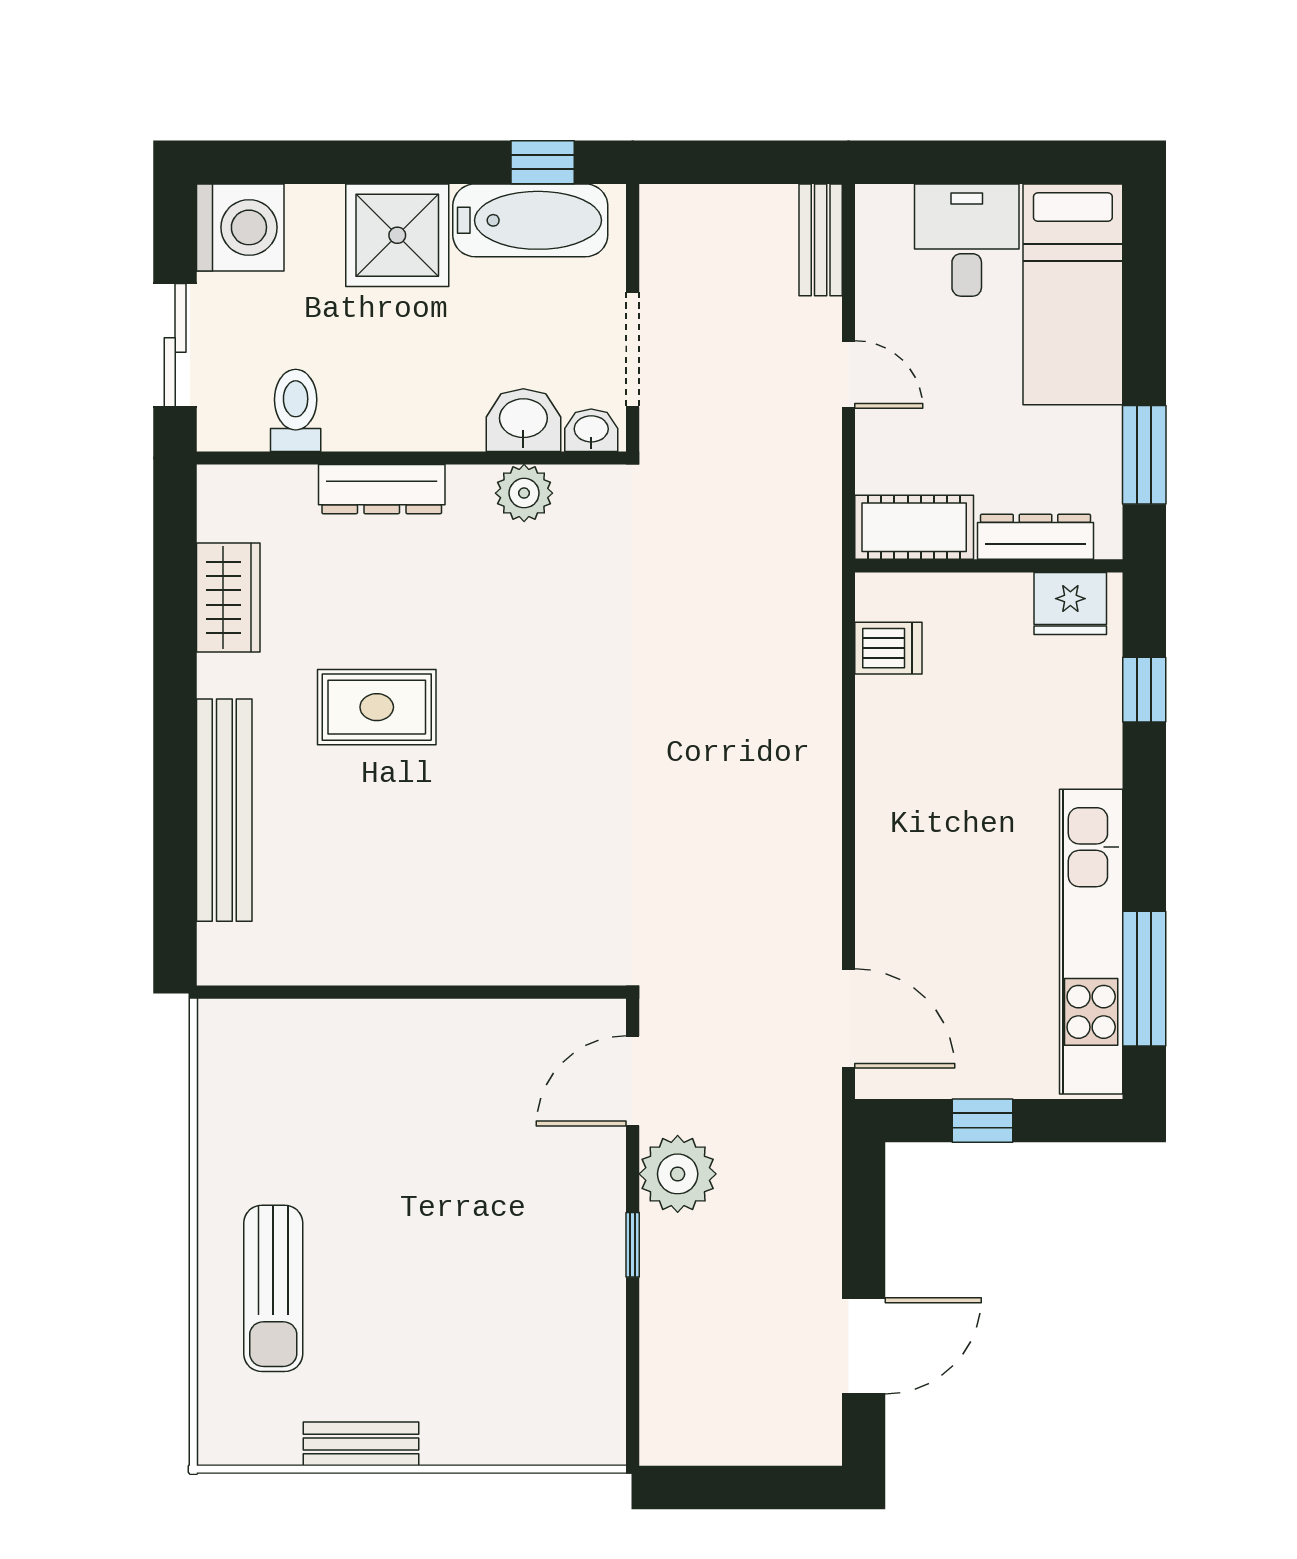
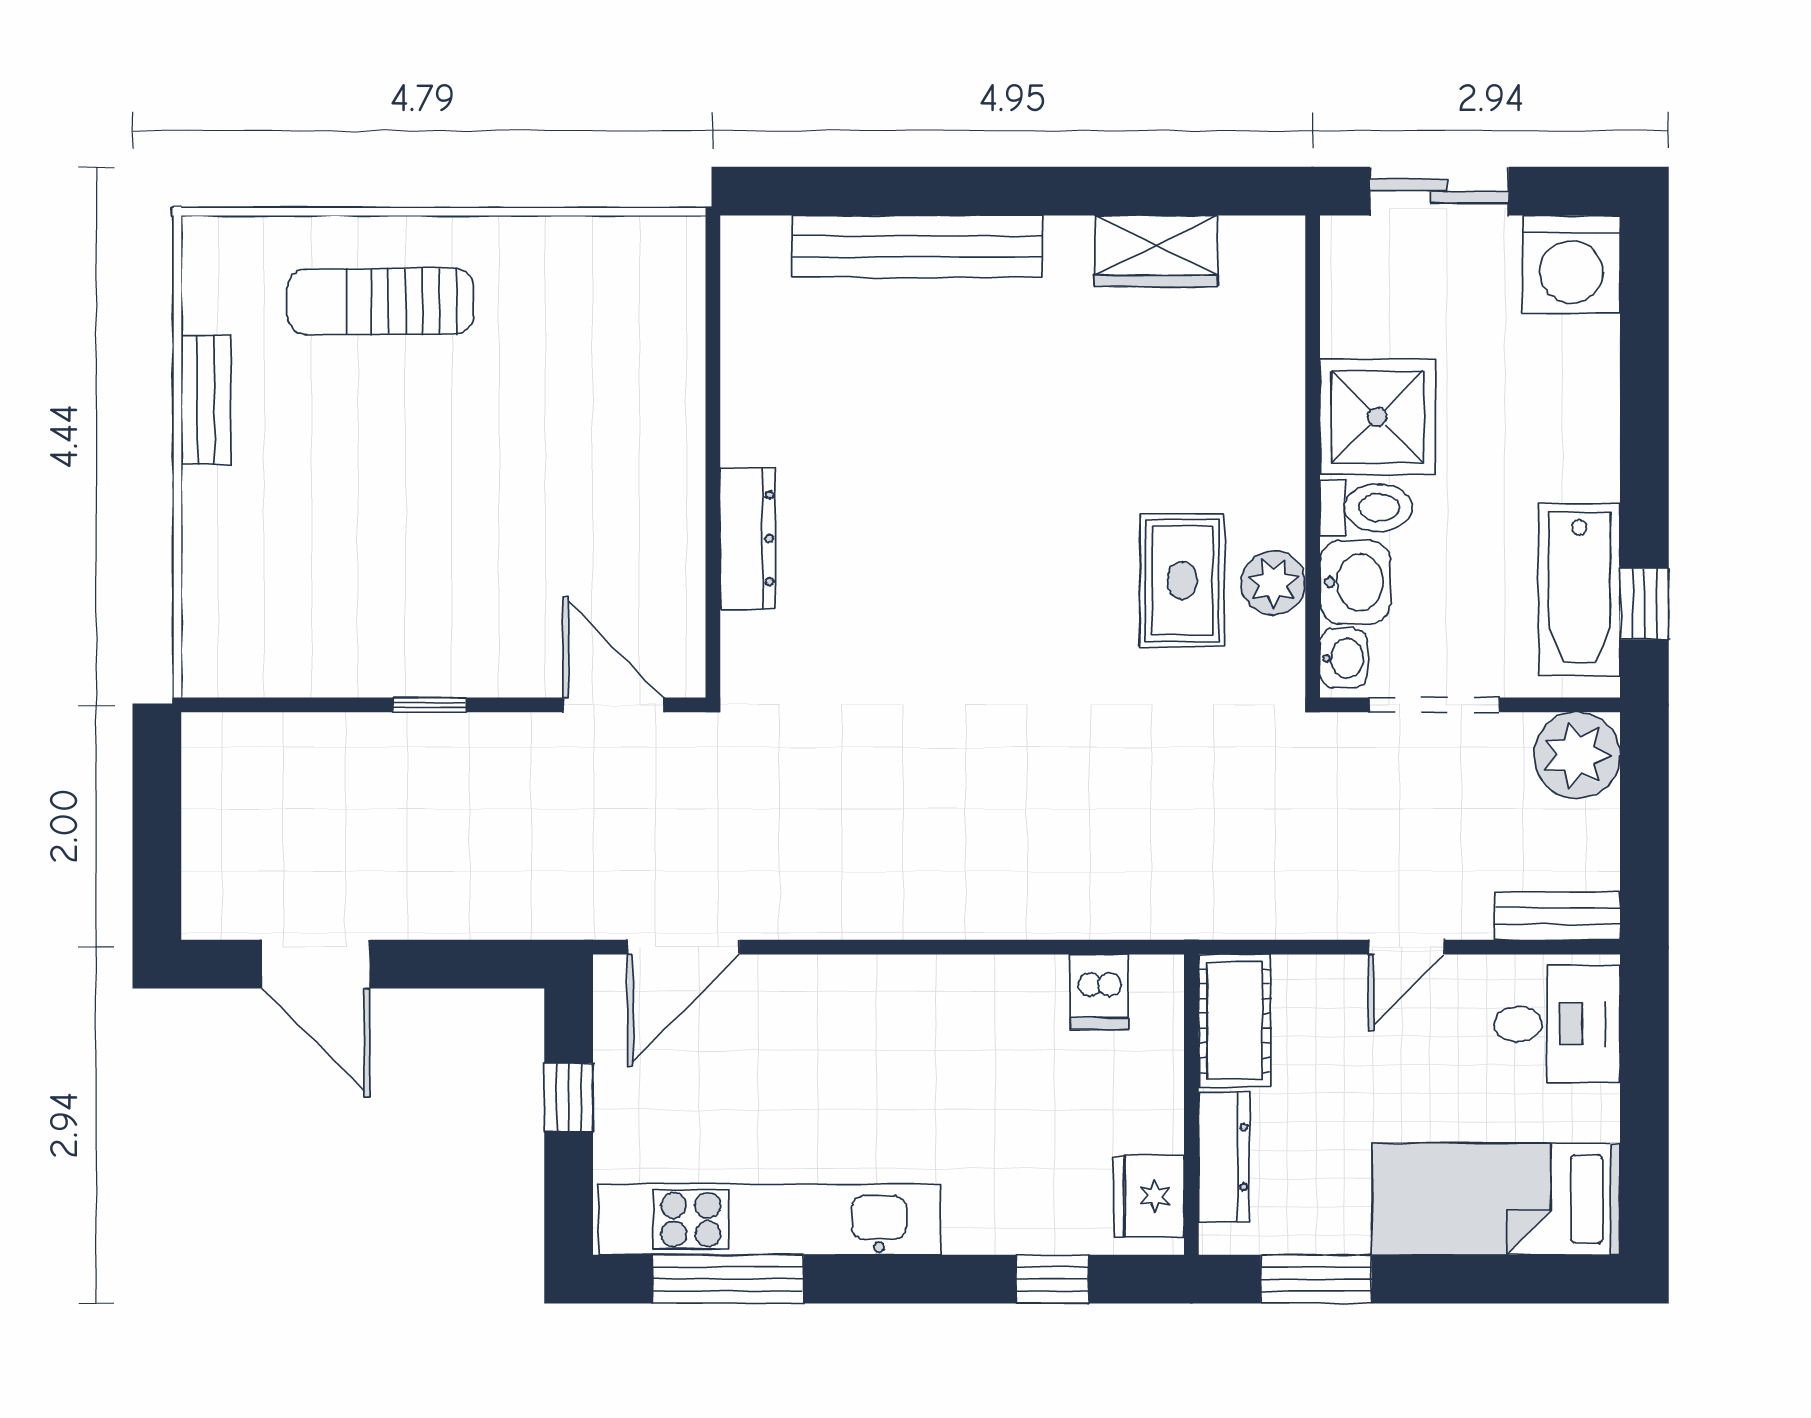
shower: (397, 235) -> (1377, 417), moved
desk: (967, 240) -> (1557, 1024), moved
toilet: (296, 410) -> (1366, 508), moved
dresser: (382, 489) -> (748, 538), moved, turned 180
rug: (377, 707) -> (1182, 580), moved
plant: (678, 1174) -> (1577, 755), moved

